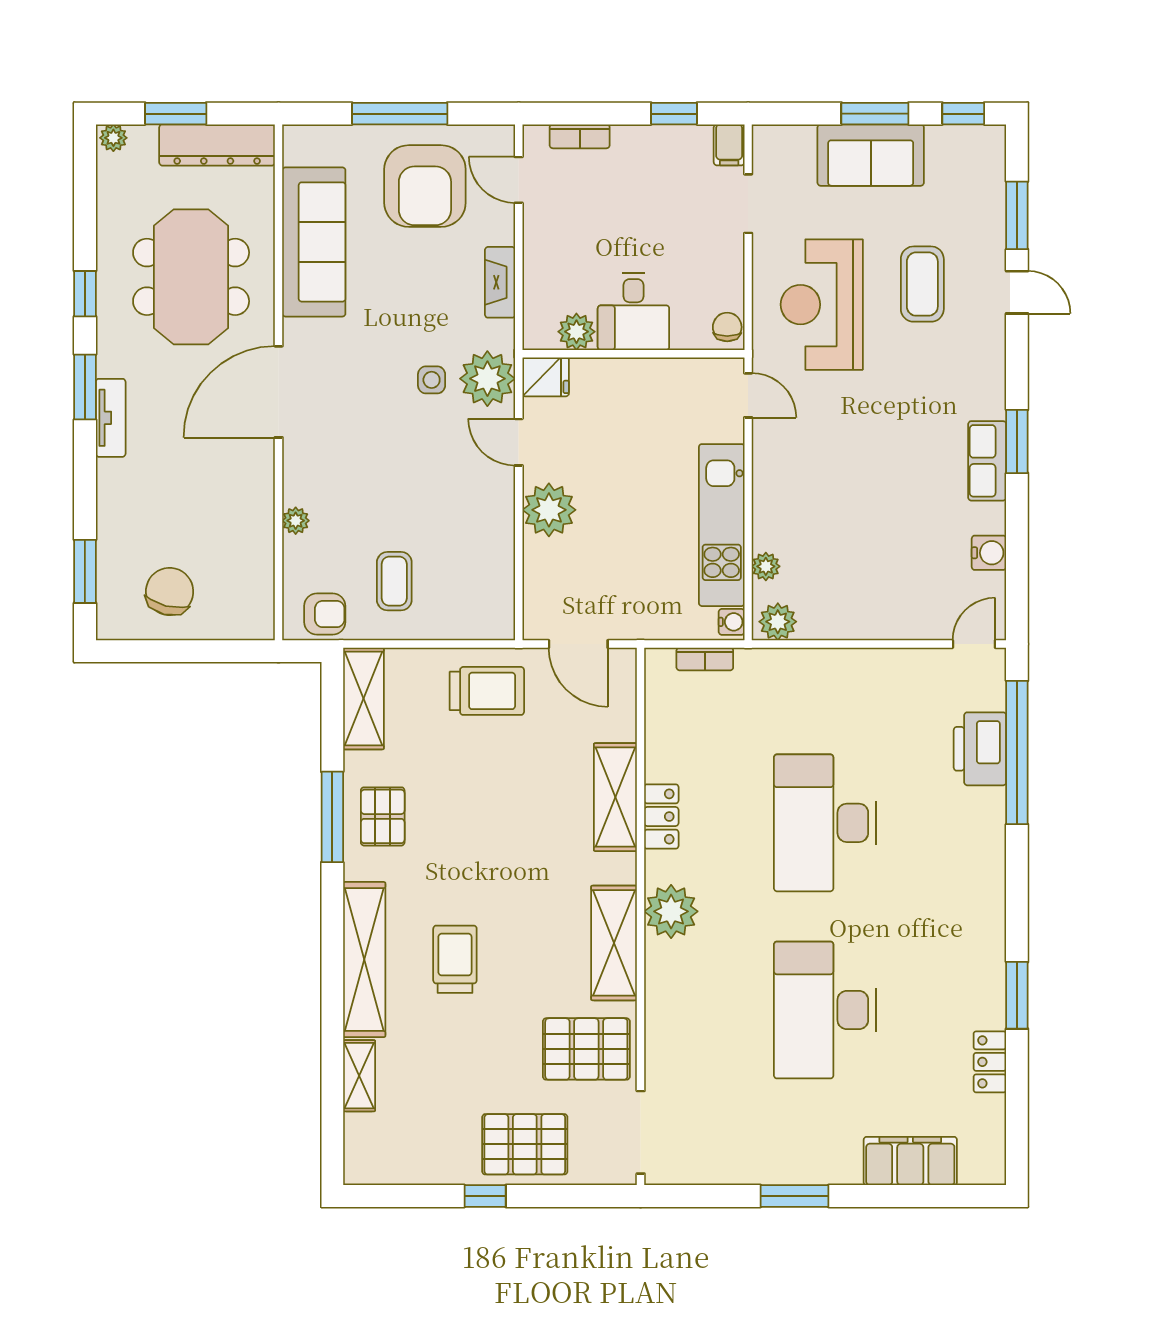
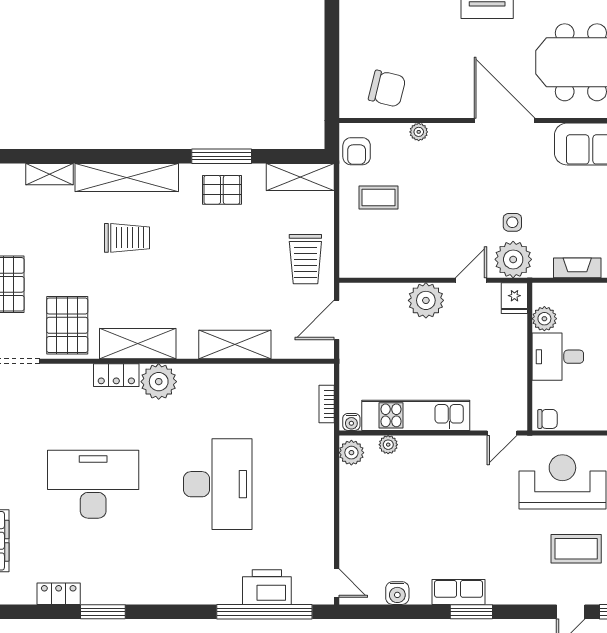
chair: (170, 591) -> (387, 89), moved
locker: (661, 817) -> (116, 375), moved
desk: (825, 823) -> (218, 484), turned 90

